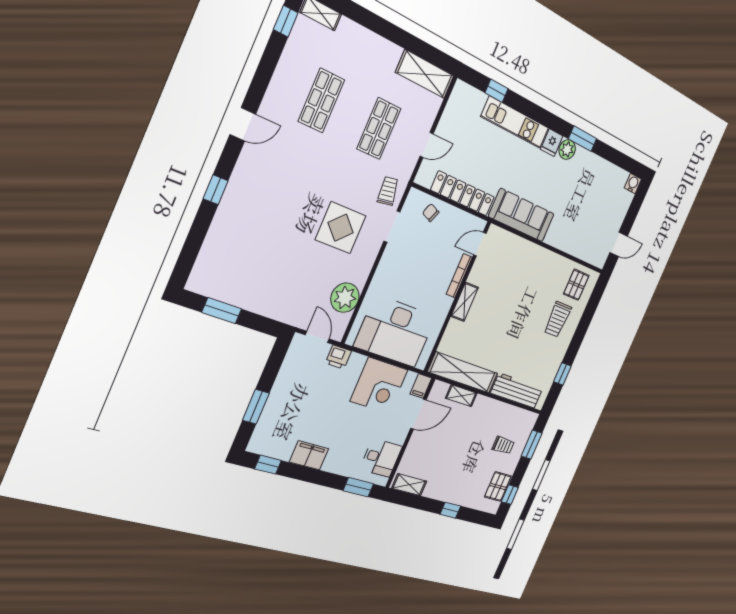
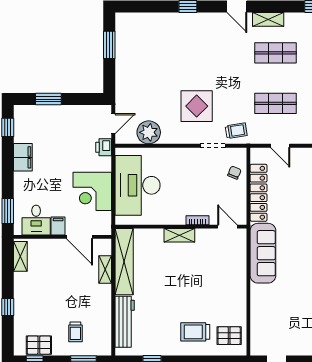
shelving: (276, 90) -> (268, 19), added
bookcase: (459, 276) -> (197, 220), width x0.64
filing cabinet: (421, 386) -> (58, 226), moved, turned 90

